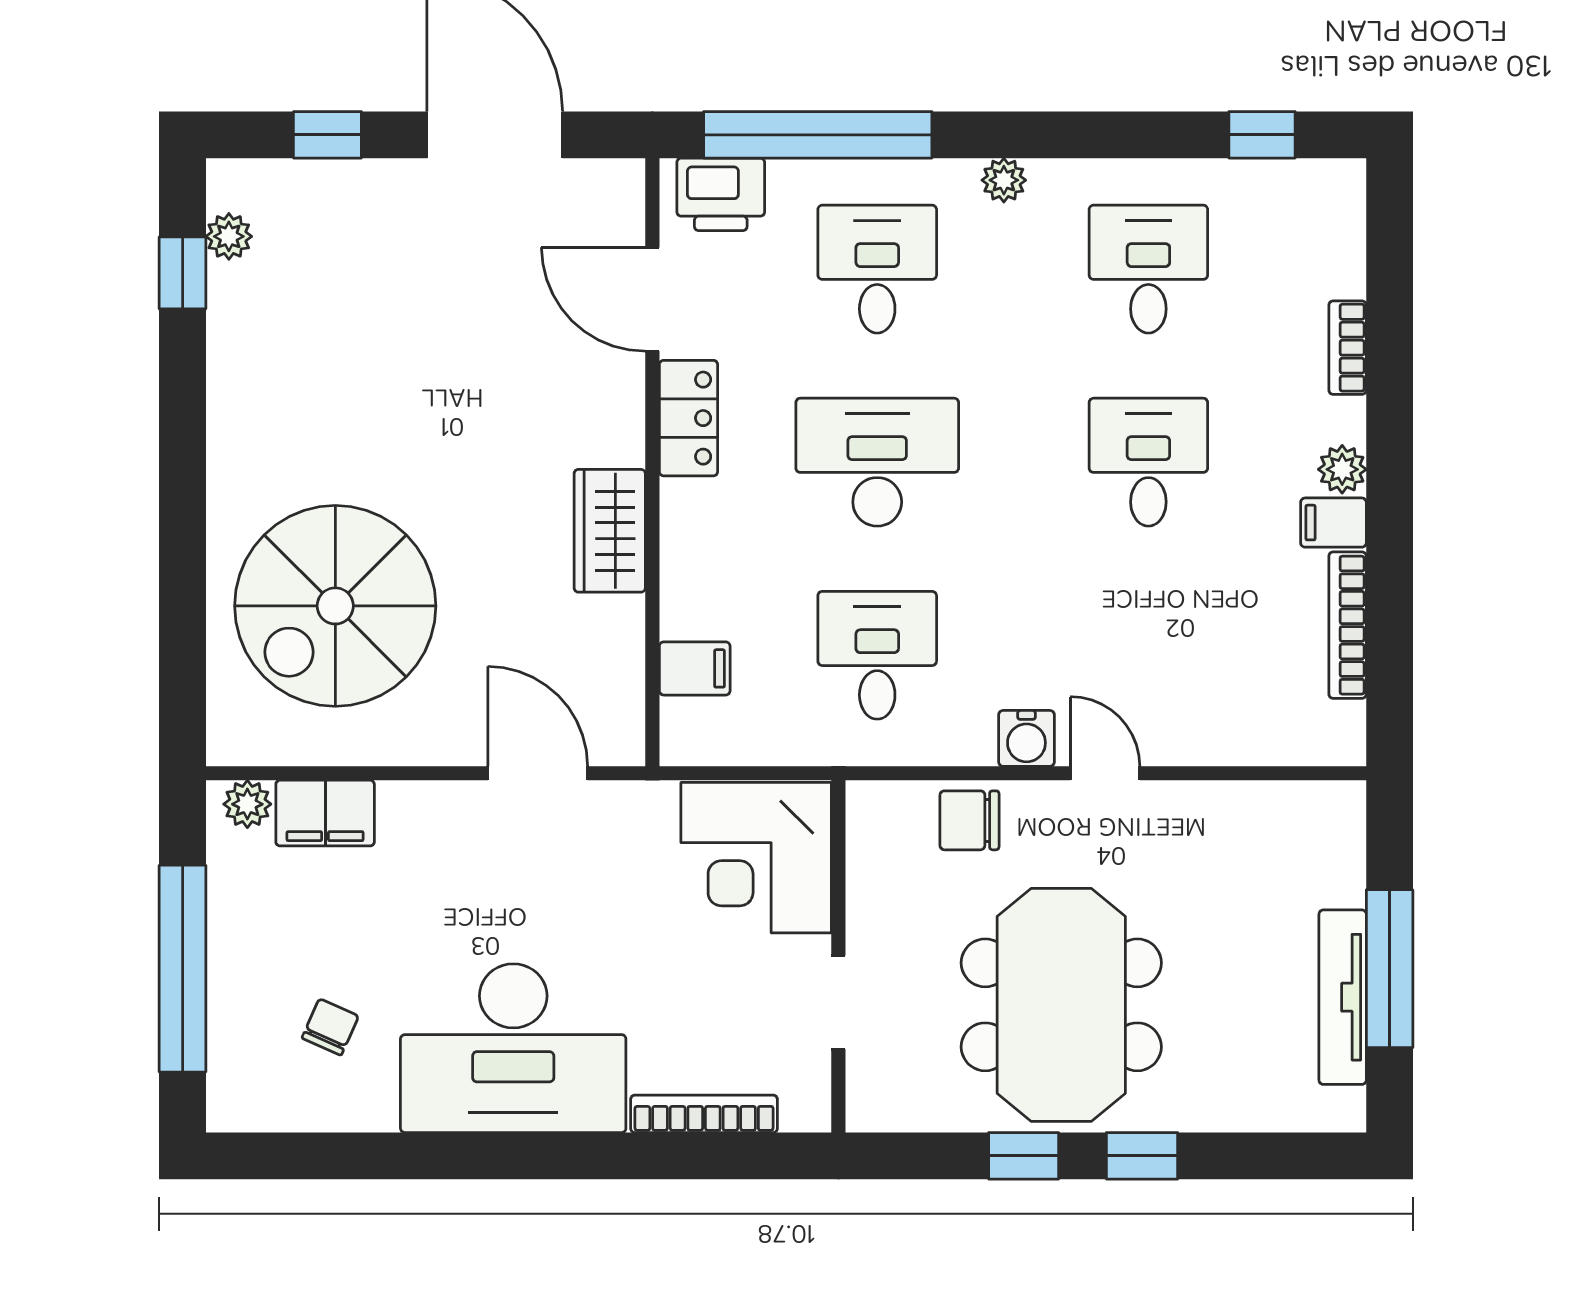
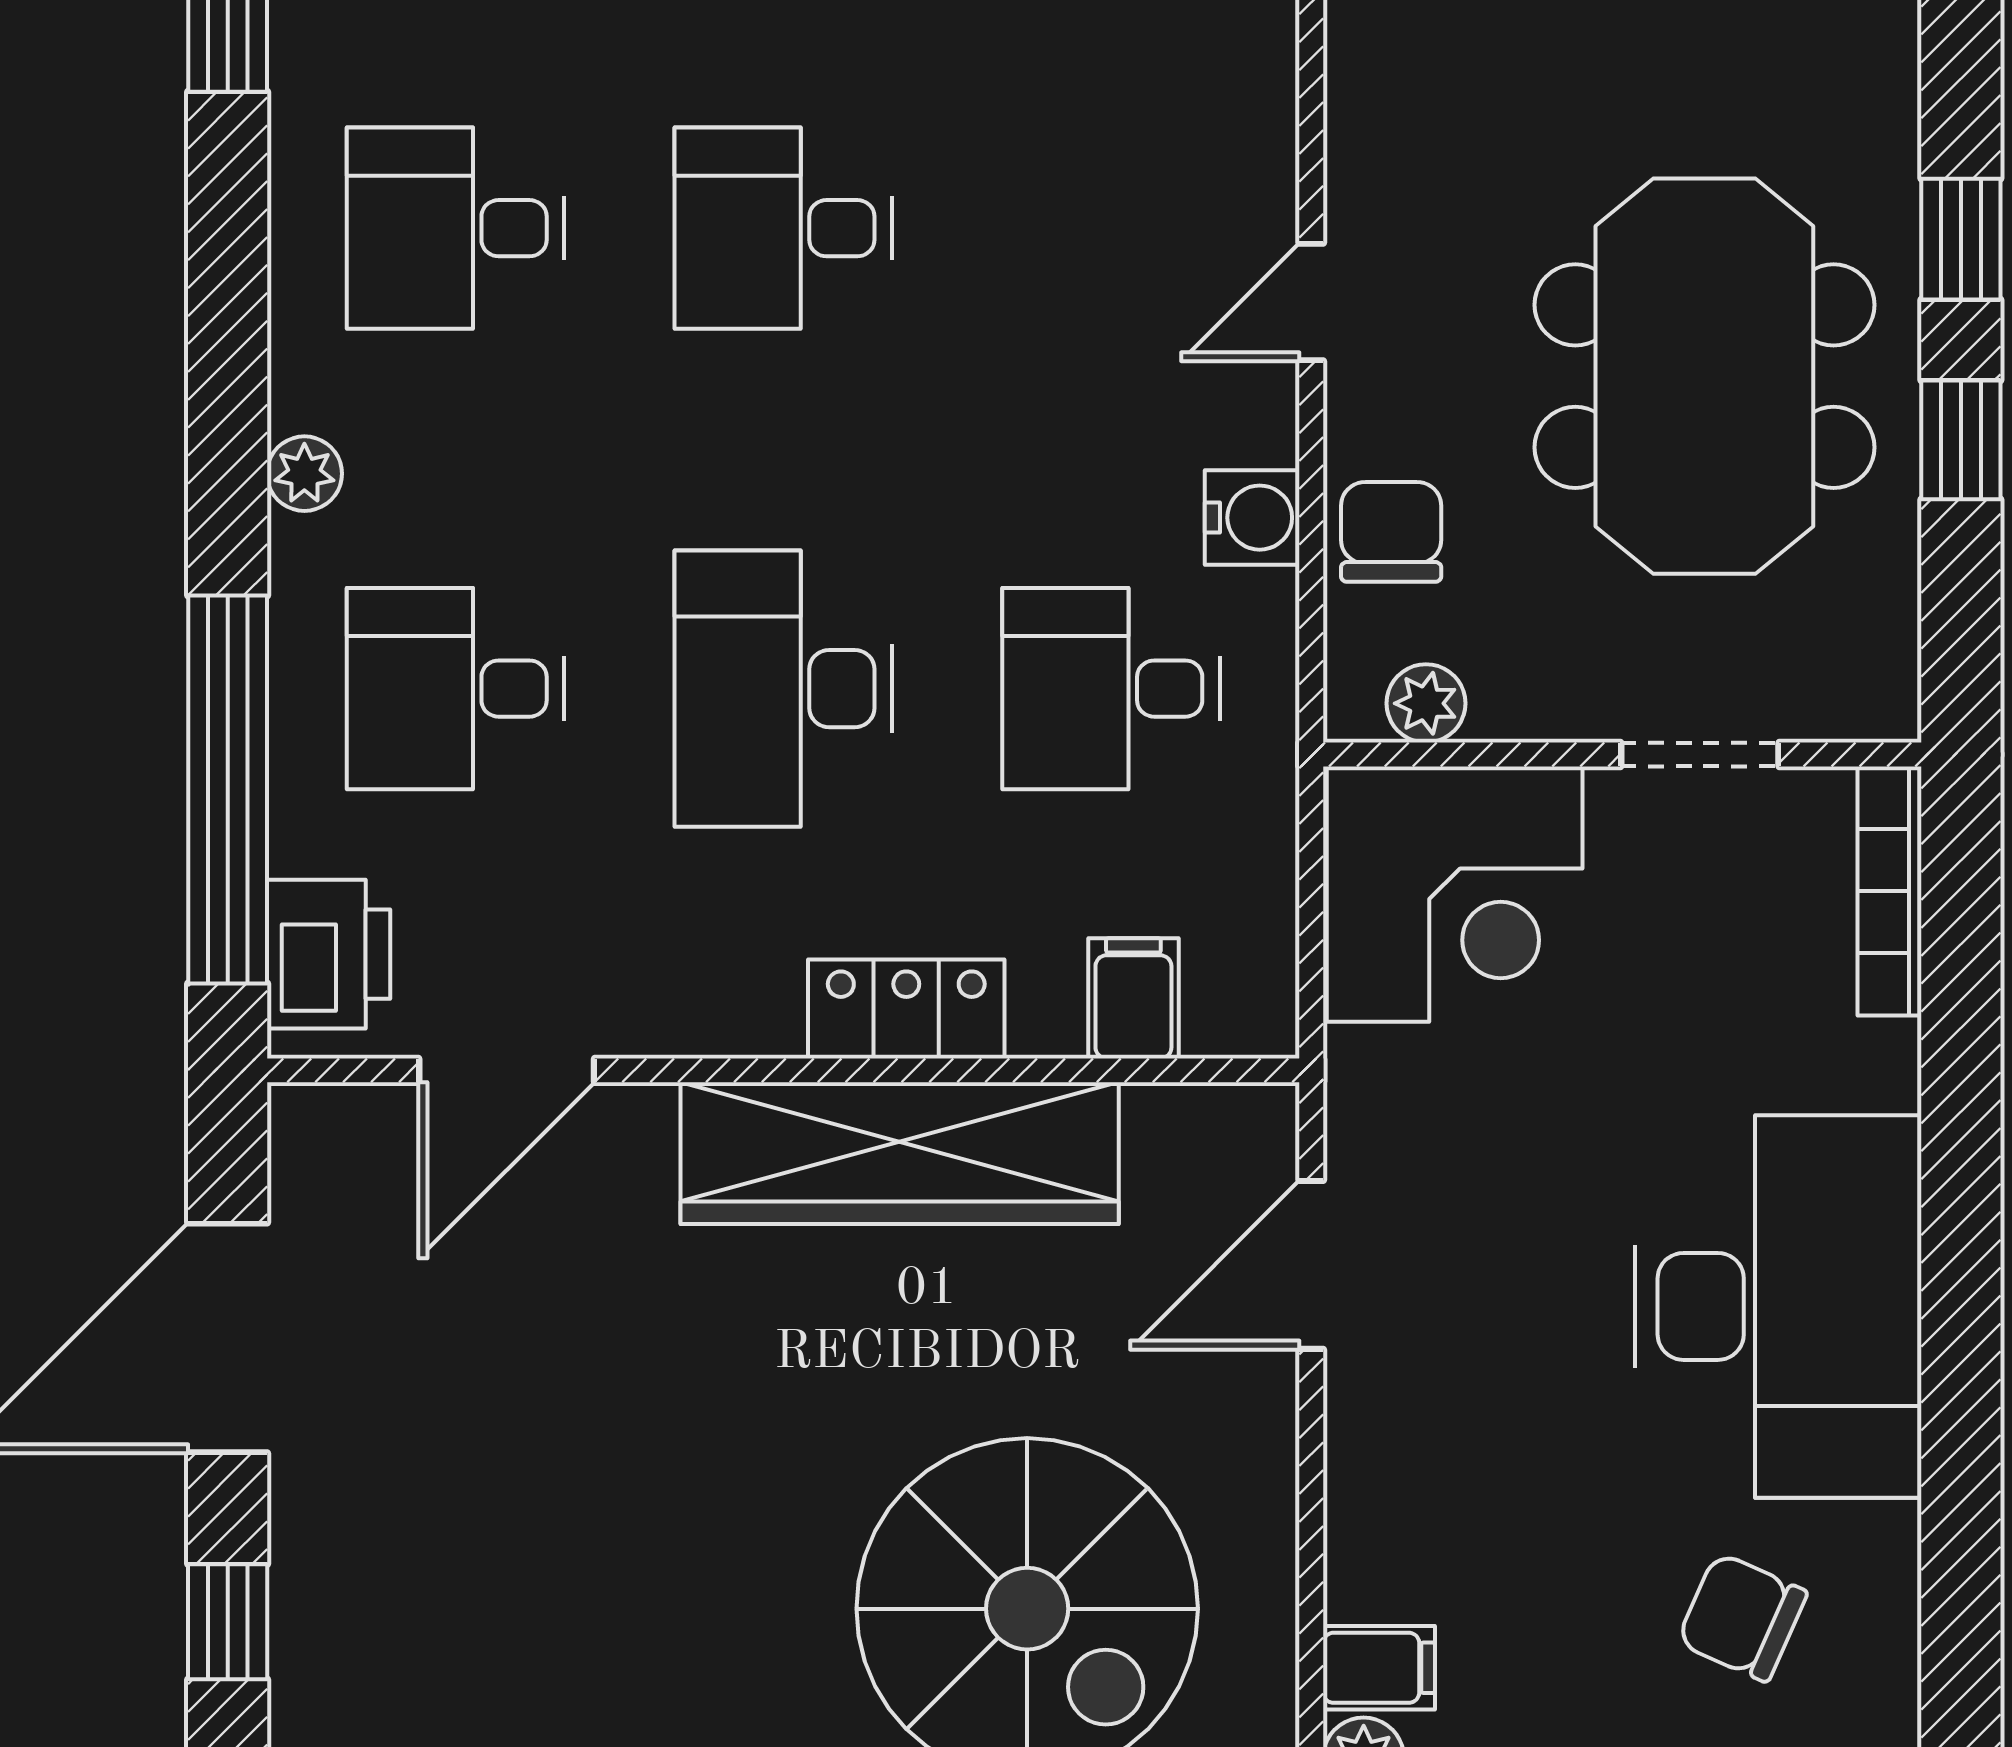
locker: (688, 418) -> (906, 1009), moved
wardrobe: (610, 531) -> (900, 1153), width x2.10, depth x1.17
water cooler: (1026, 738) -> (1252, 518), moved
filing cabinet: (325, 813) -> (1379, 1668), width x0.50
chair: (970, 820) -> (1391, 532), turned 180
plant: (868, 841) -> (1426, 703), added
meeting table: (1061, 1005) -> (1704, 376), turned 90
chair: (330, 1027) -> (1742, 1617), width x1.37, depth x1.37
bookcase: (704, 1114) -> (1889, 891), moved

